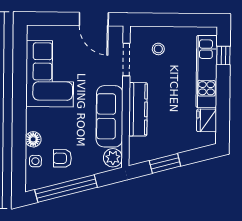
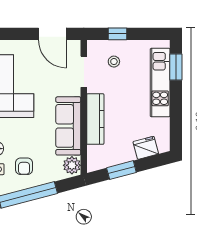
window: (162, 20) -> (118, 34), added
window: (223, 56) -> (176, 67), width x1.50
fridge: (207, 120) -> (146, 148), moved, turned 75
armchair: (62, 158) -> (24, 166), turned -90

